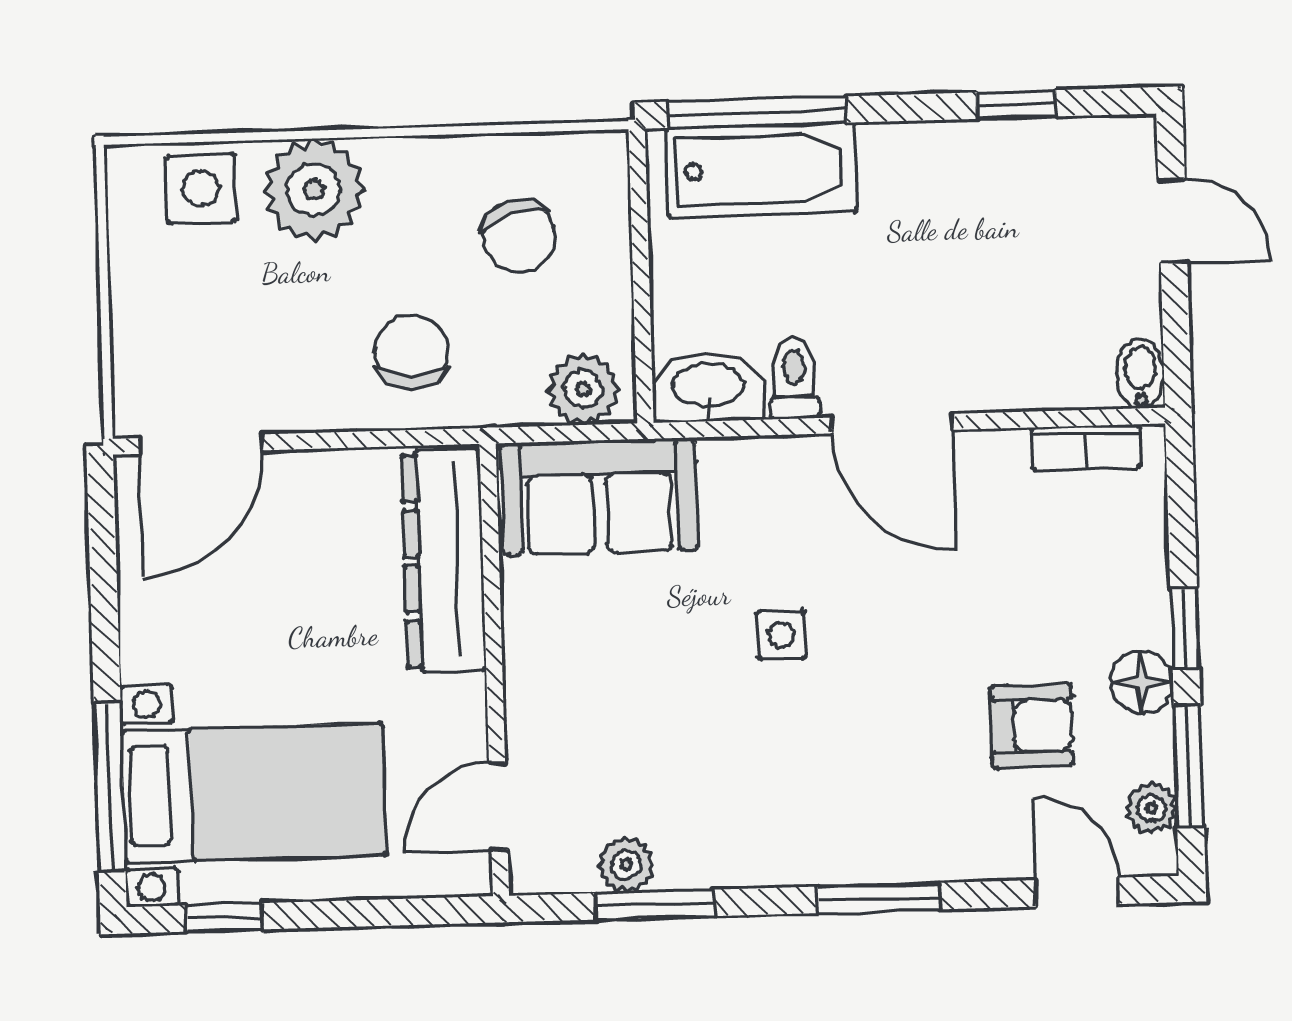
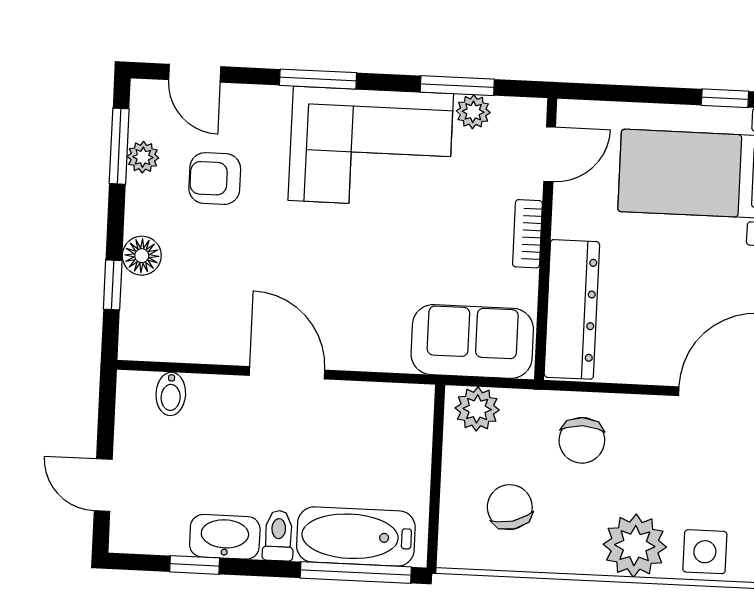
bidet: (1140, 373) -> (171, 394), moved
toilet: (794, 379) -> (278, 536), moved, turned 180
washbasin: (708, 387) -> (225, 537), moved, turned 180
bookcase: (1086, 448) -> (527, 234), moved, turned -90
window: (1185, 628) -> (113, 285), moved
side table: (781, 635) -> (366, 247), removed
floor lamp: (1142, 682) -> (142, 256), moved
corner sofa: (786, 796) -> (371, 147), added
plant: (1151, 808) -> (143, 157), moved

